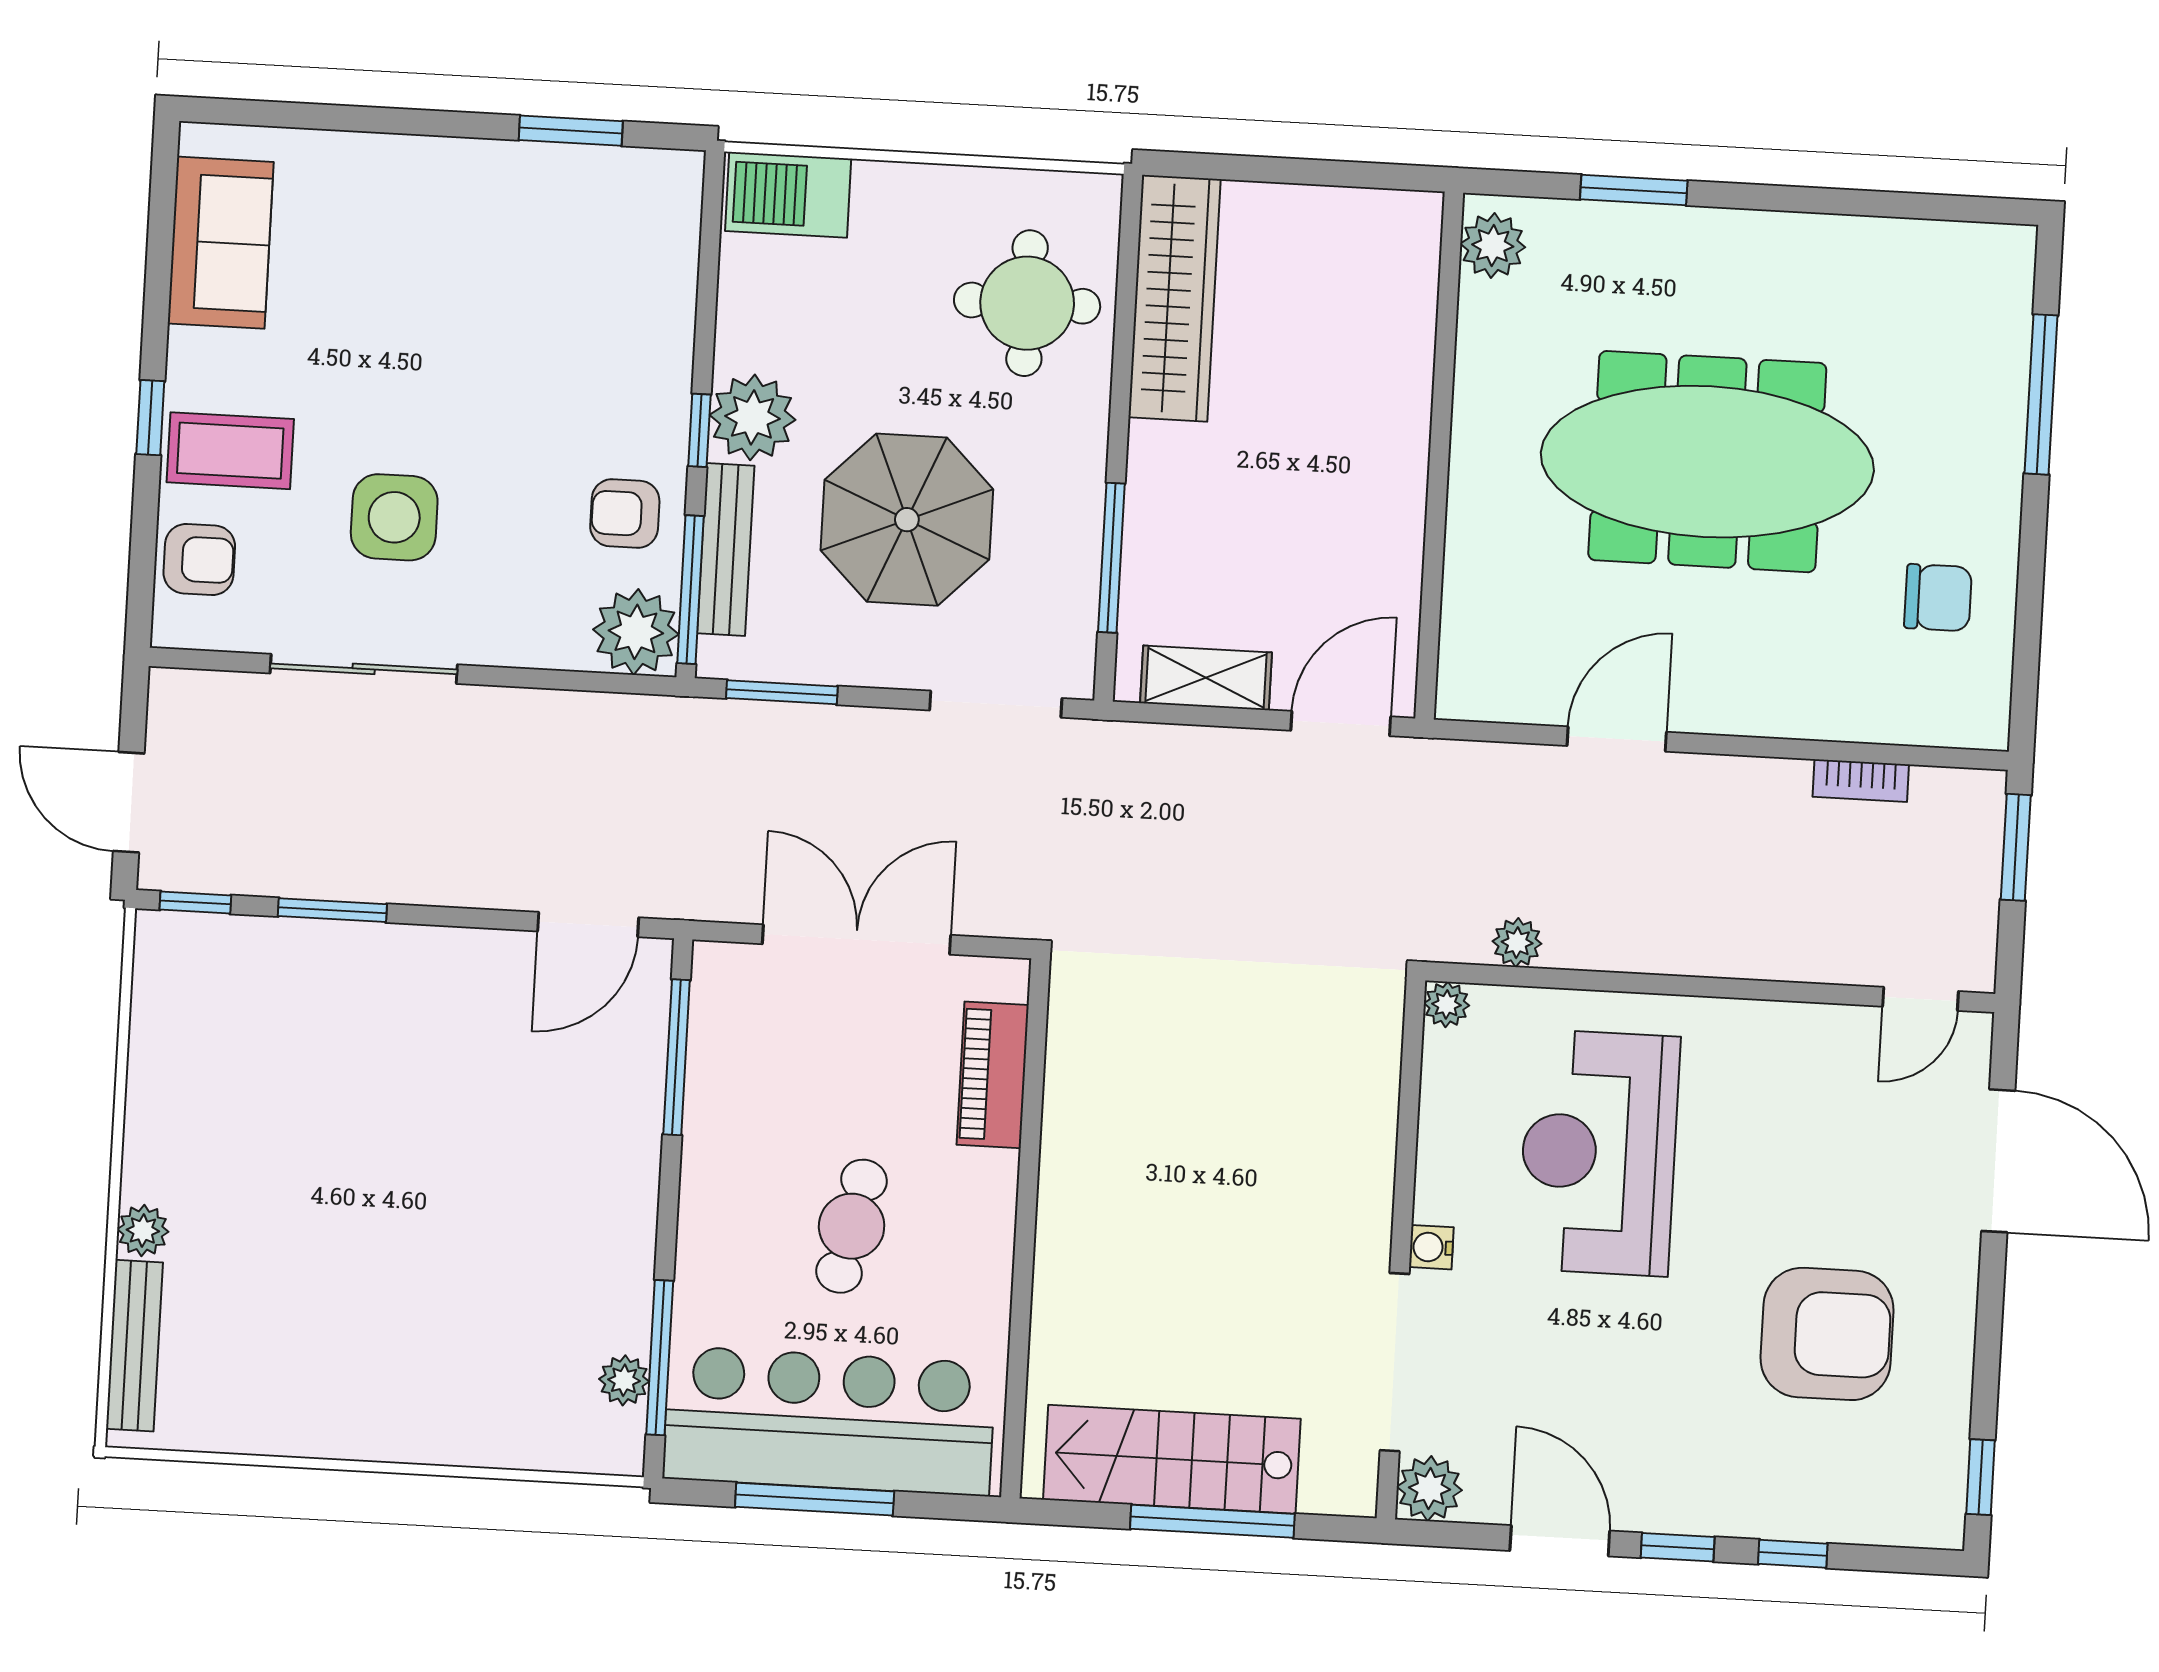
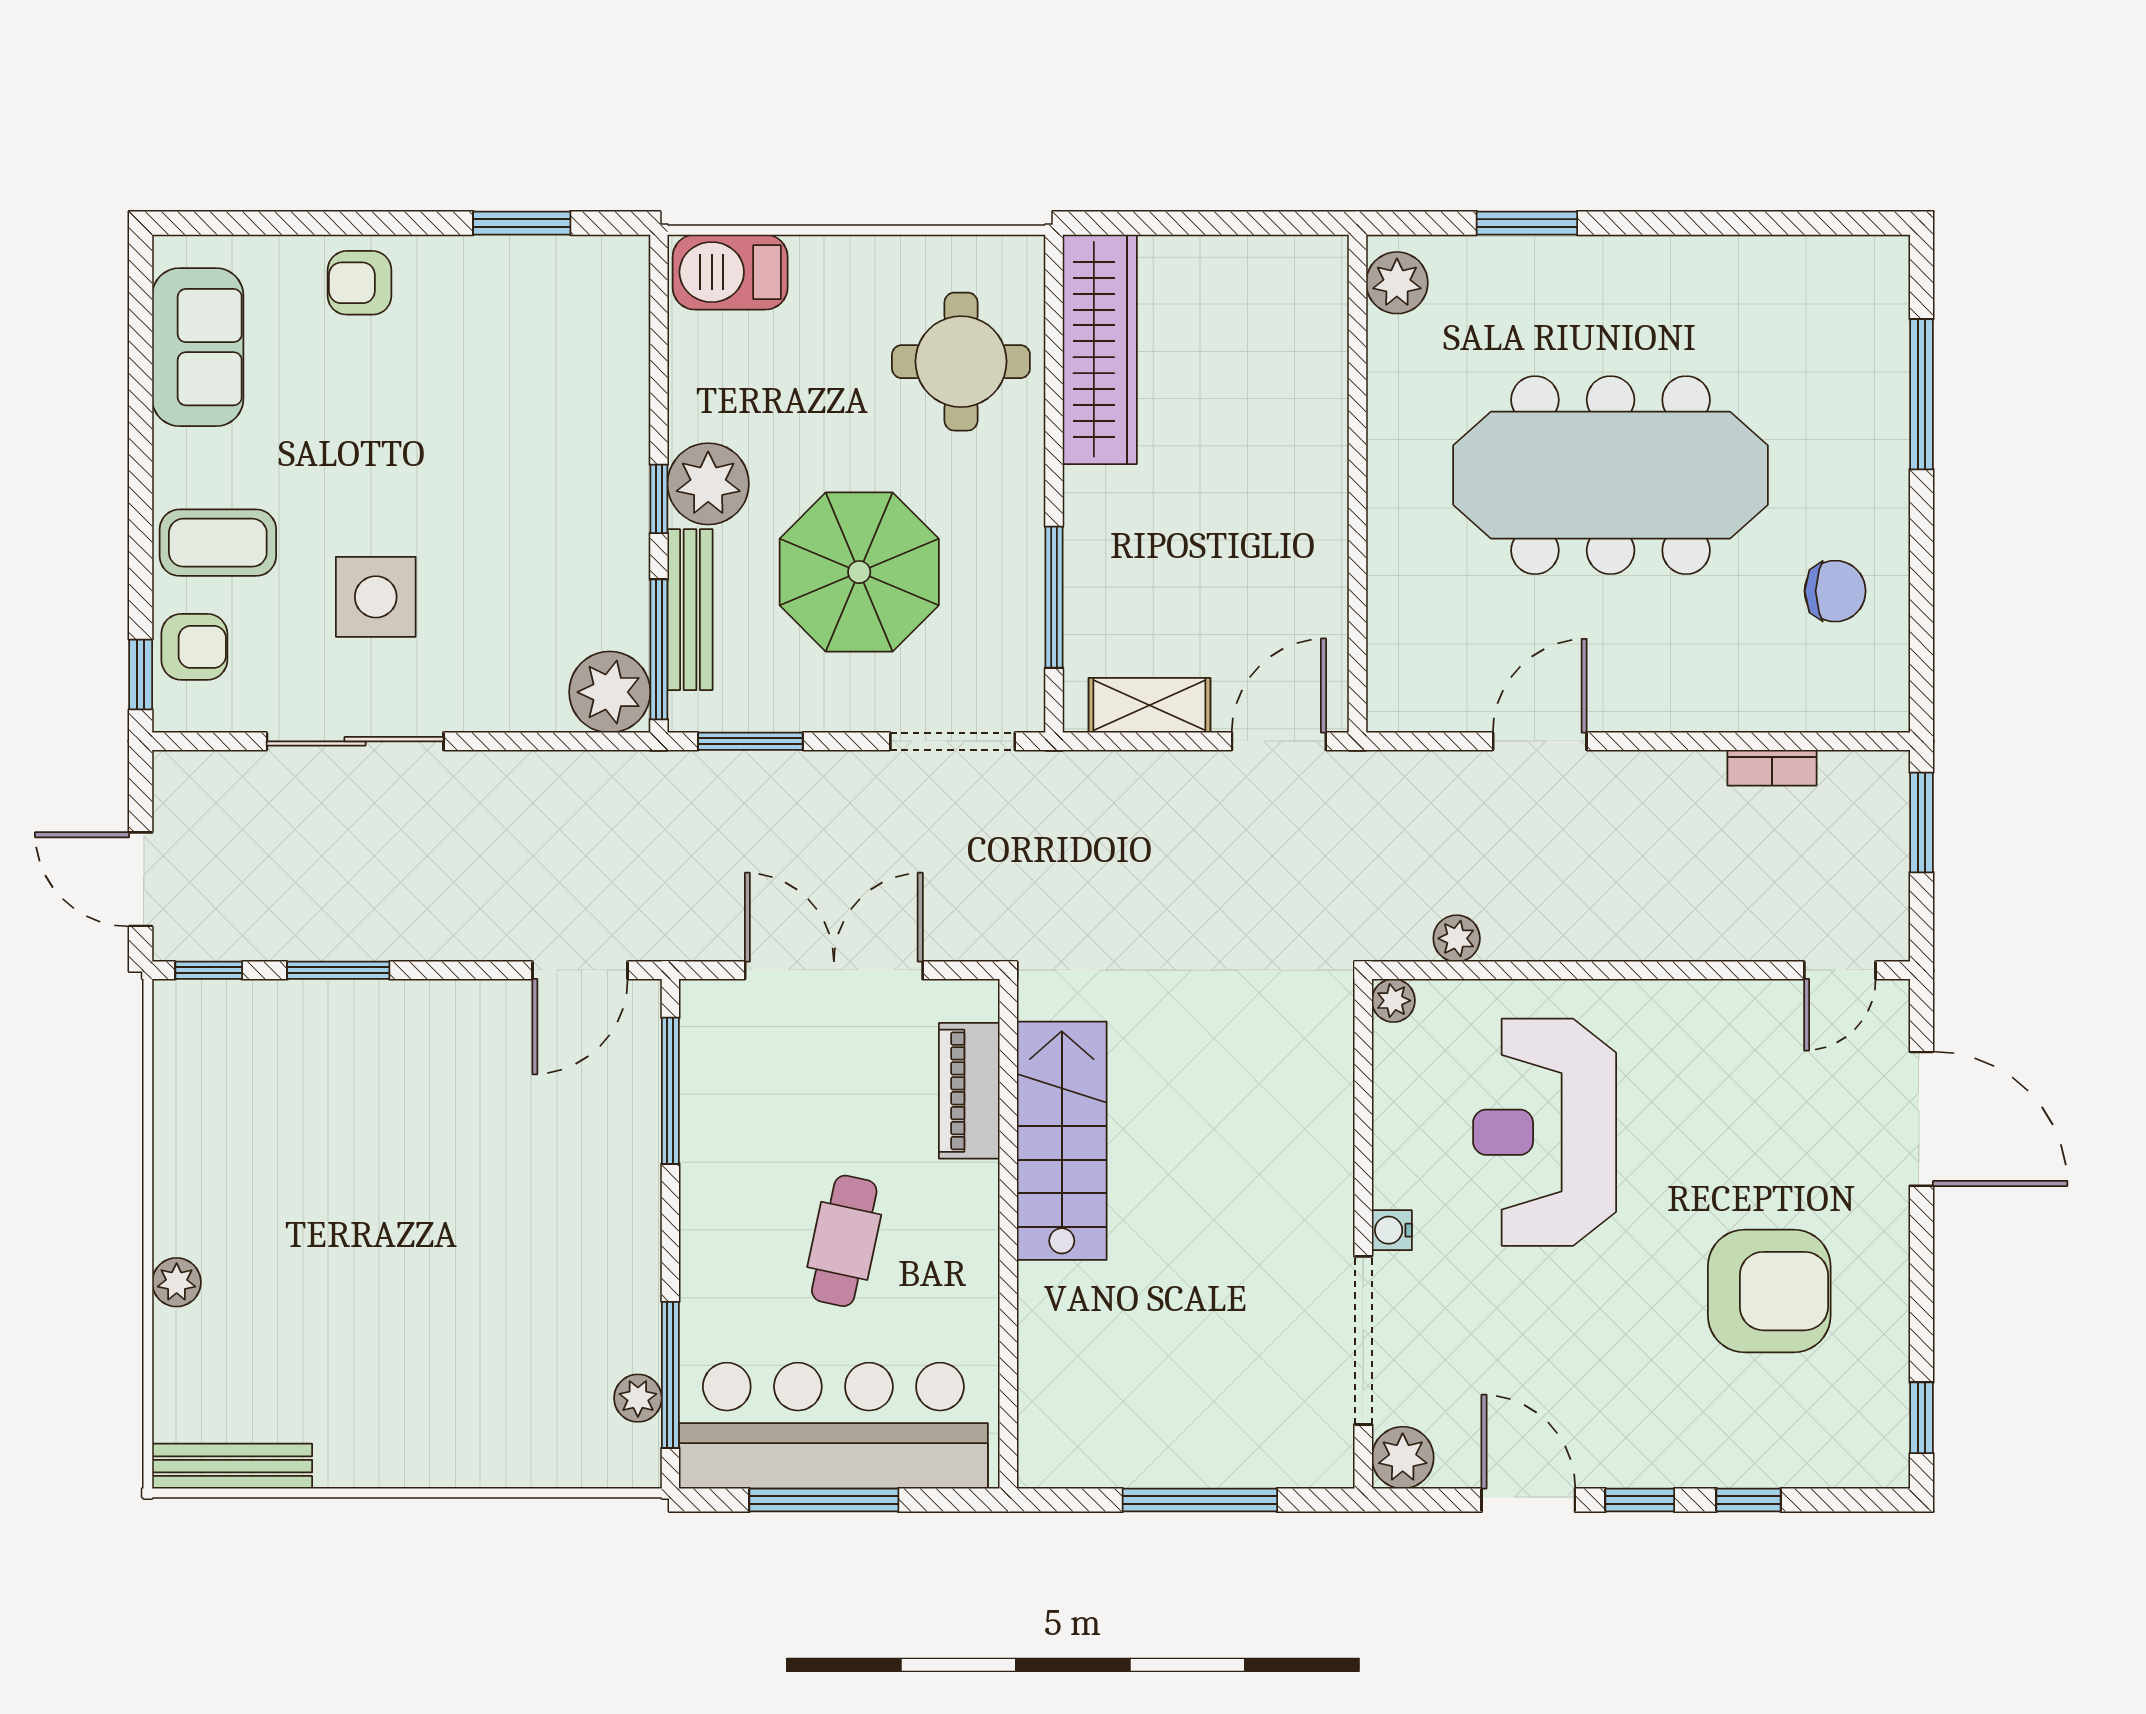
window: (150, 418) -> (141, 674), moved
armchair: (625, 514) -> (360, 283), moved
bench: (134, 1346) -> (232, 1466), moved, turned 90
stairs: (1172, 1459) -> (1062, 1141), moved, turned 90

